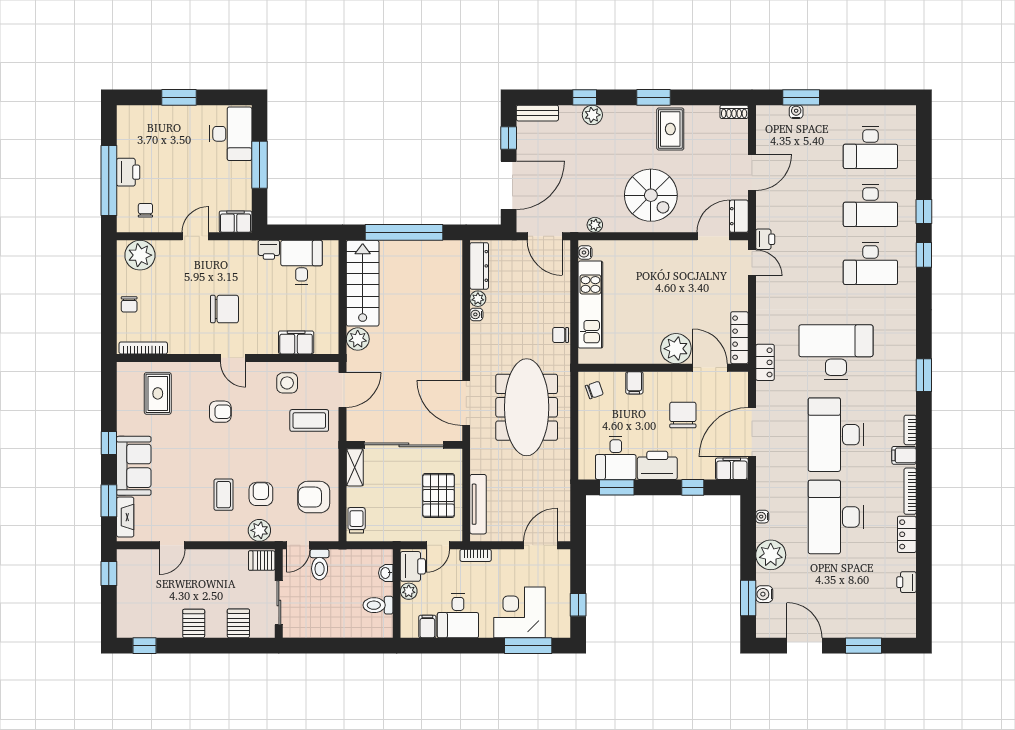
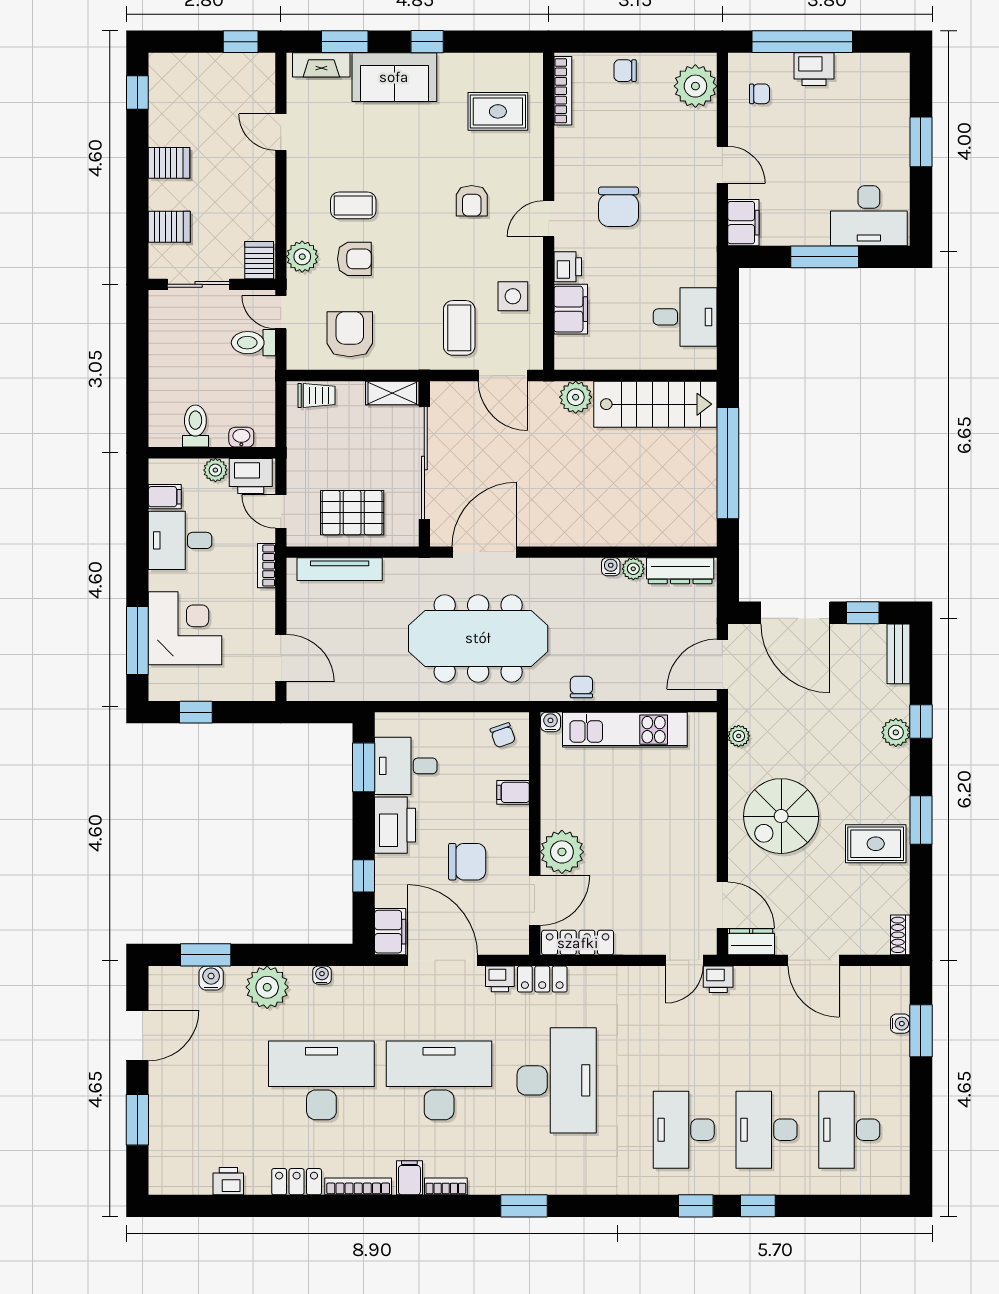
printer: (269, 250) -> (568, 267), moved, turned 180
water cooler: (585, 252) -> (550, 722), moved
printer: (765, 392) -> (500, 979), added

